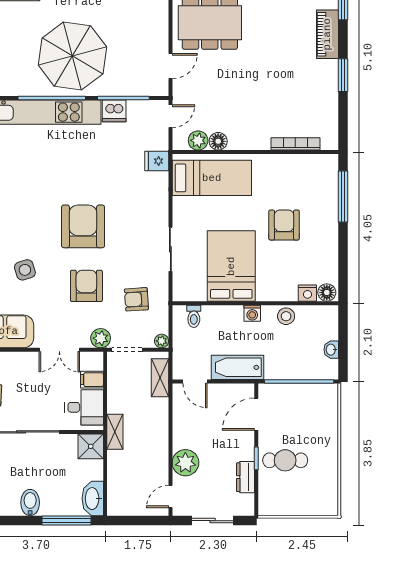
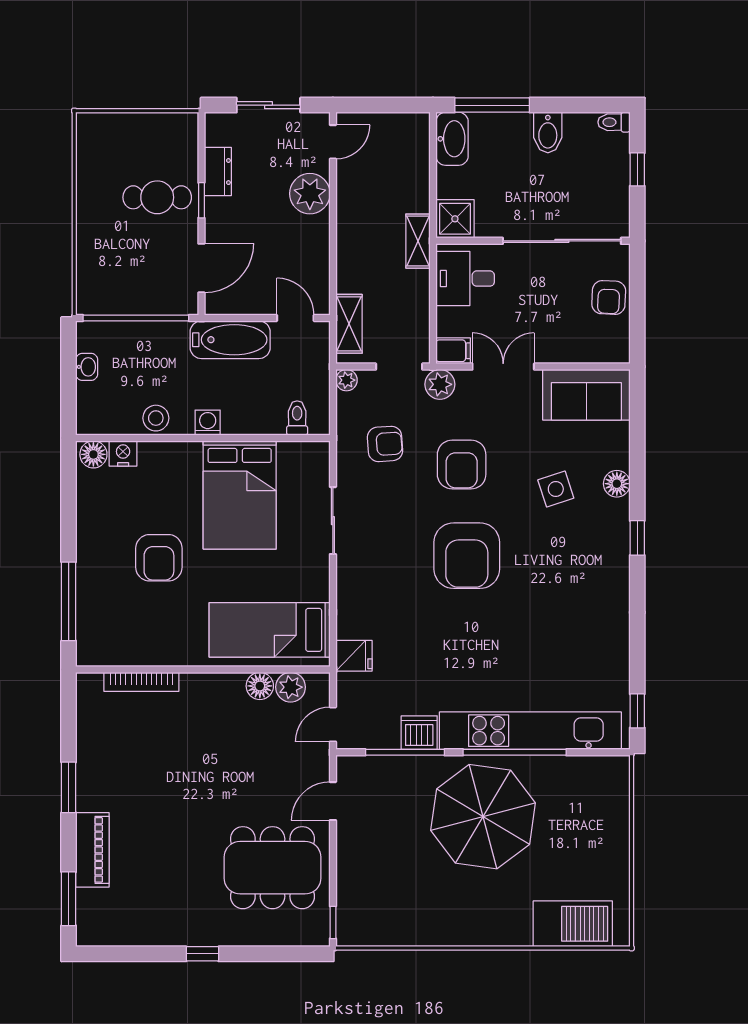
filing cabinet: (92, 380) -> (453, 351), moved

